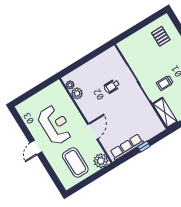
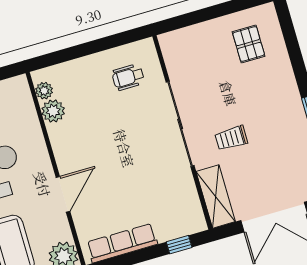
wheelchair: (112, 86) -> (128, 77), moved
window: (144, 146) -> (179, 245), moved

